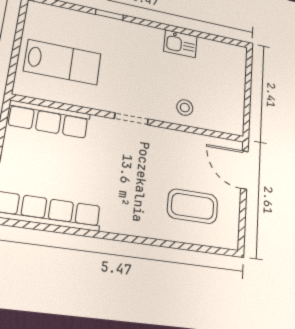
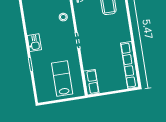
kitchen sink: (180, 44) -> (34, 43), moved
row of seats: (49, 119) -> (91, 82), width x0.68

